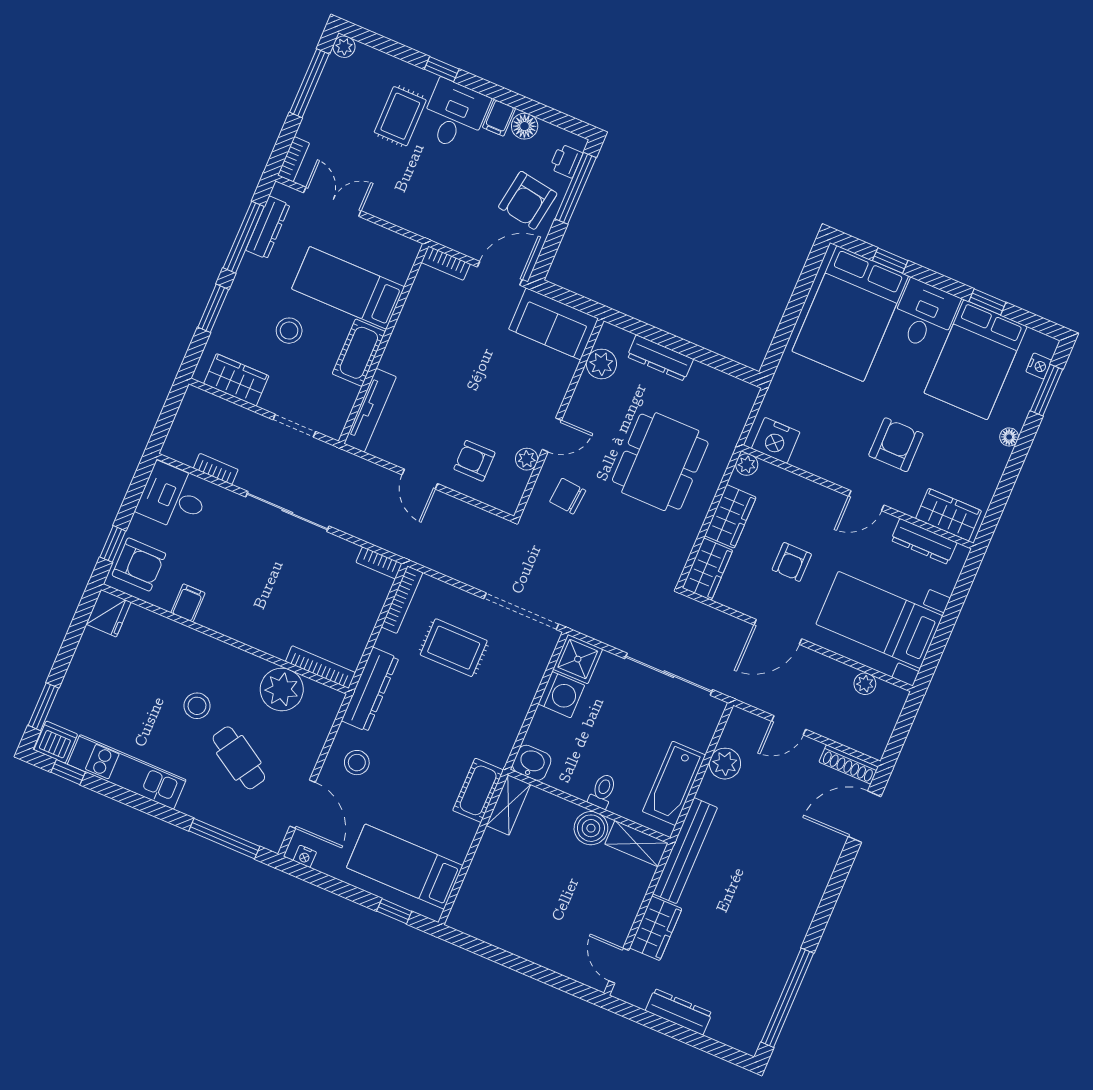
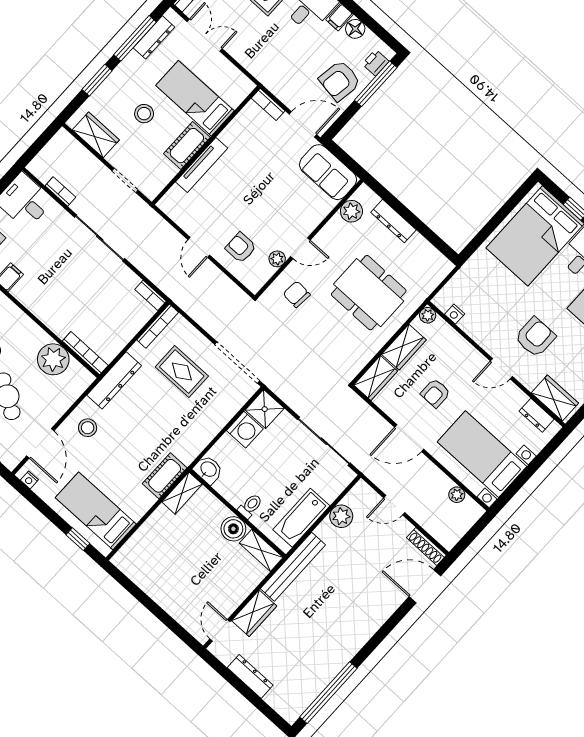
tv unit: (370, 410) -> (202, 165), moved
nightstand: (776, 440) -> (455, 314), width x0.53, depth x0.56
dining table: (660, 462) -> (369, 293), turned 90
dresser: (924, 541) -> (537, 415), width x0.70

